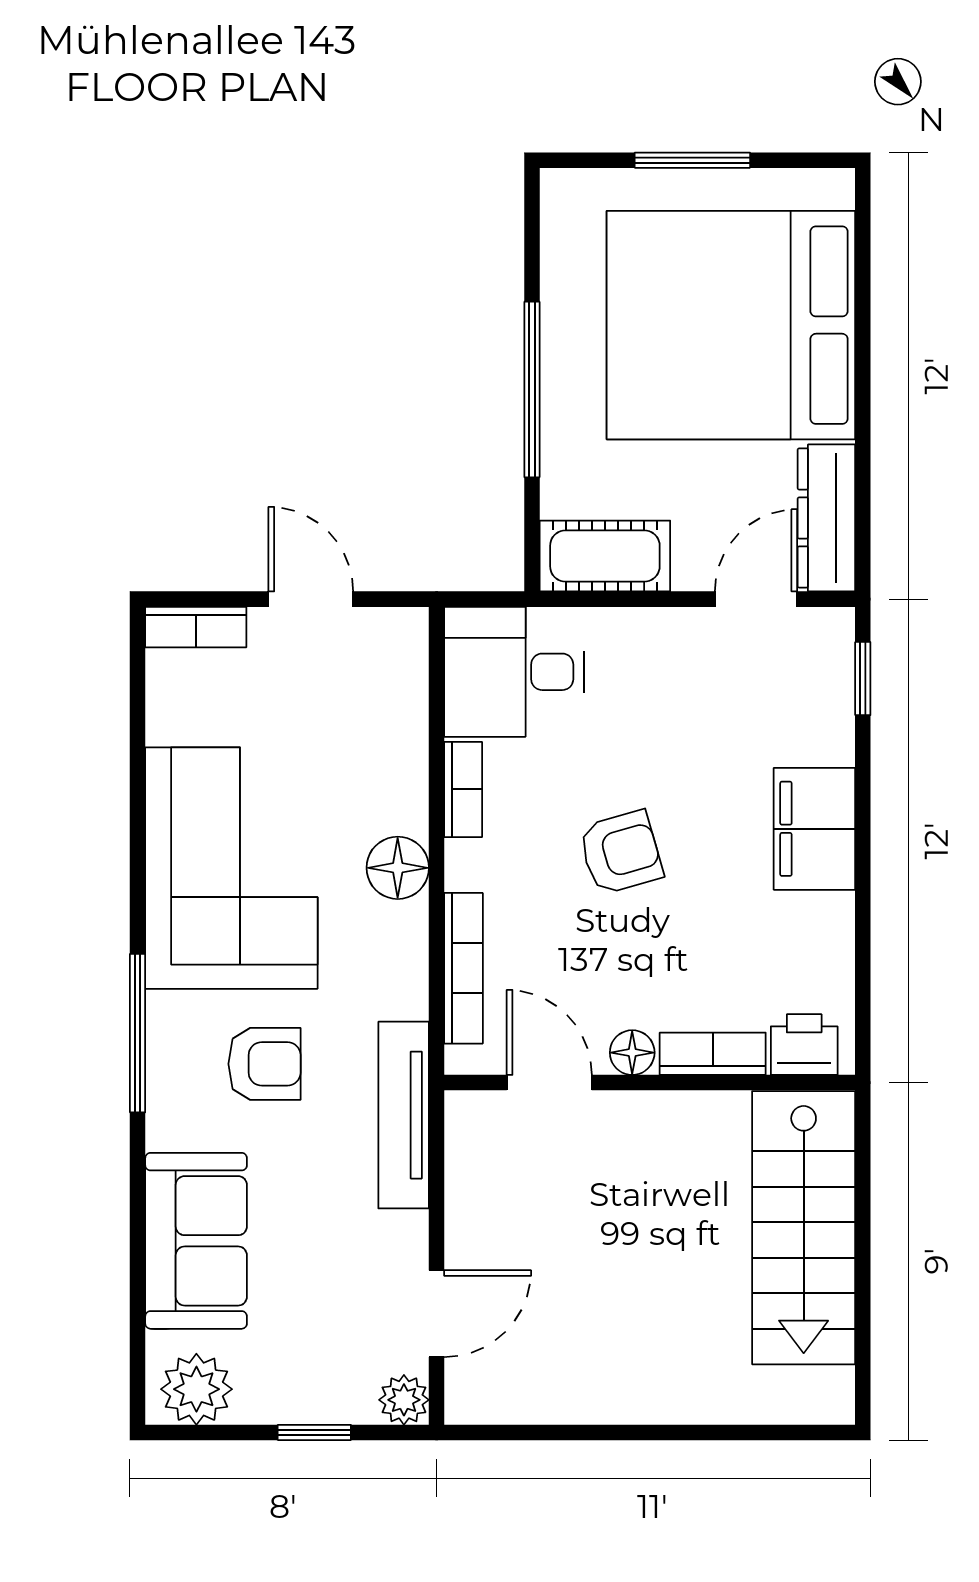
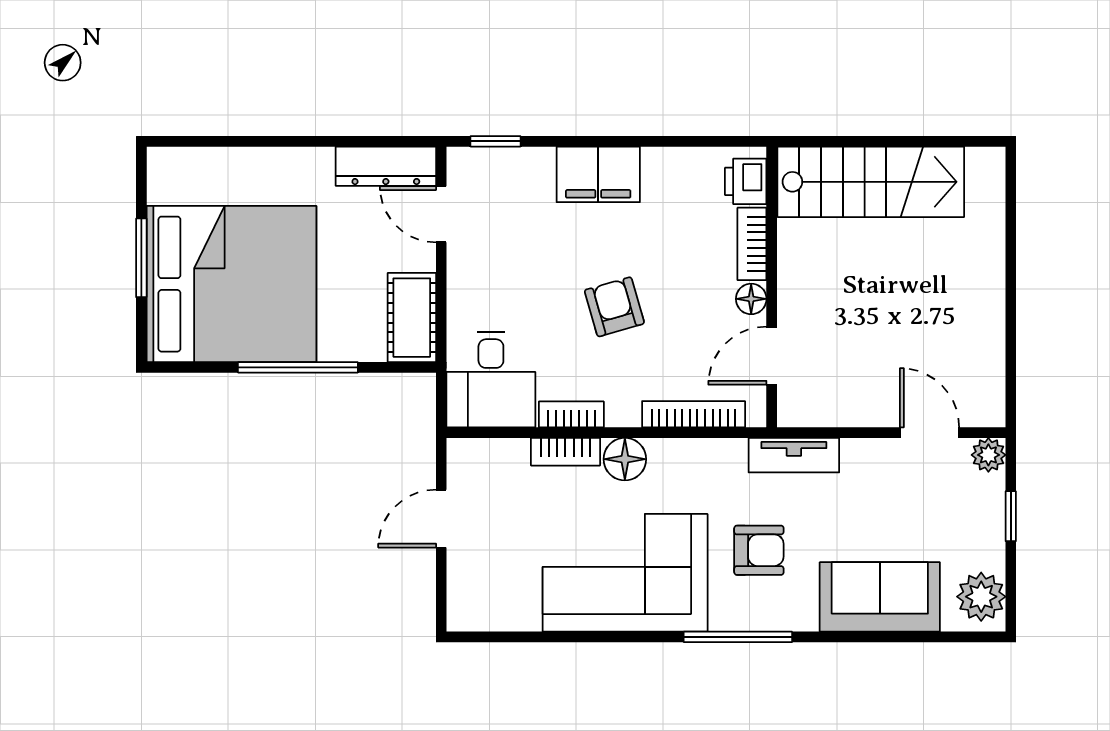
bed: (731, 325) -> (231, 284), moved, turned -90
bookcase: (196, 627) -> (565, 452), moved, turned 90
armchair: (264, 1064) -> (759, 550), turned 90
tv unit: (404, 1115) -> (794, 455), width x0.71

